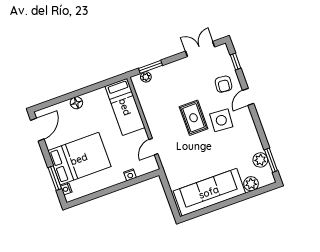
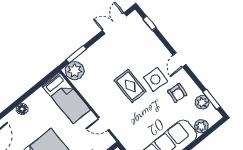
plant: (146, 77) -> (75, 71), width x1.88, depth x1.88
armchair: (223, 84) -> (177, 93), moved
door: (248, 97) -> (179, 60), moved
door: (153, 147) -> (104, 124), hinge flipped

